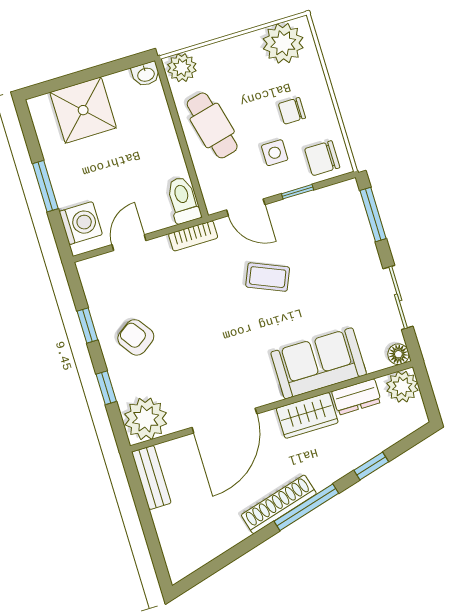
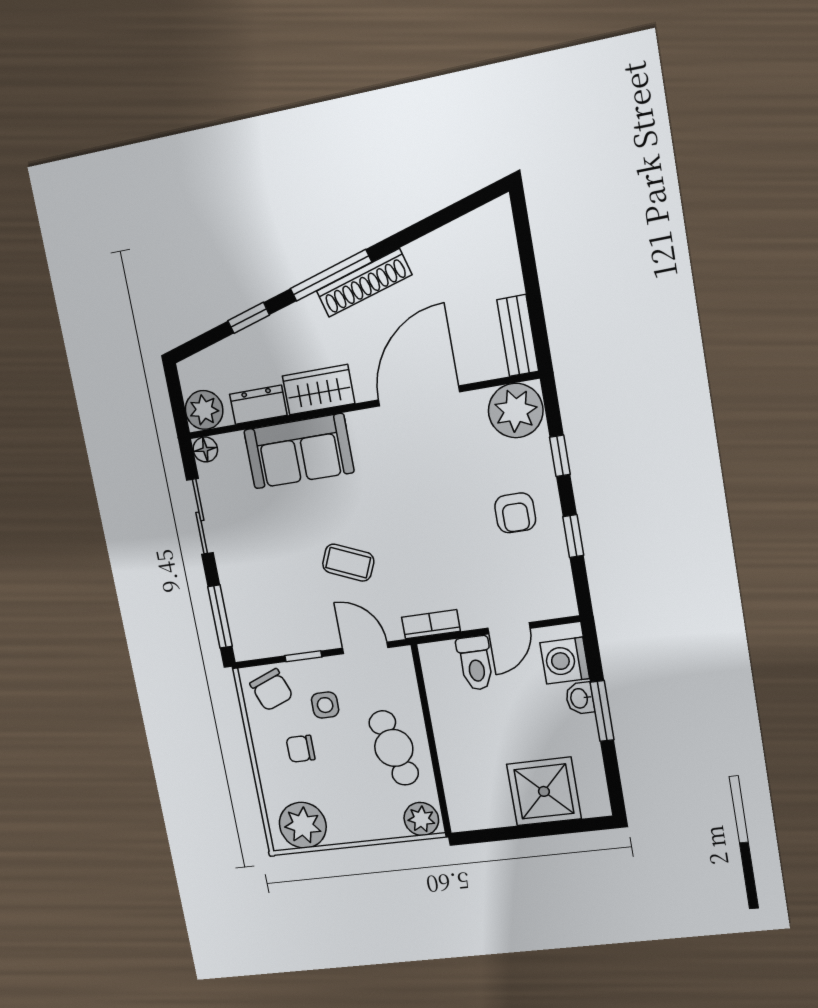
washbasin: (146, 74) -> (580, 698), moved, turned -90
chair: (292, 111) -> (301, 749), turned 180
chair: (322, 158) -> (271, 690), turned 69
toilet: (183, 200) -> (476, 663), moved
armchair: (136, 337) -> (515, 513), turned 35

